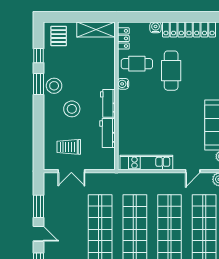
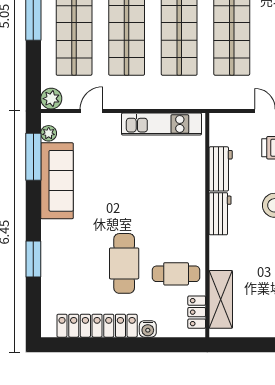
shelving: (96, 29) -> (221, 299), moved, turned 90
water cooler: (123, 84) -> (197, 243), removed

